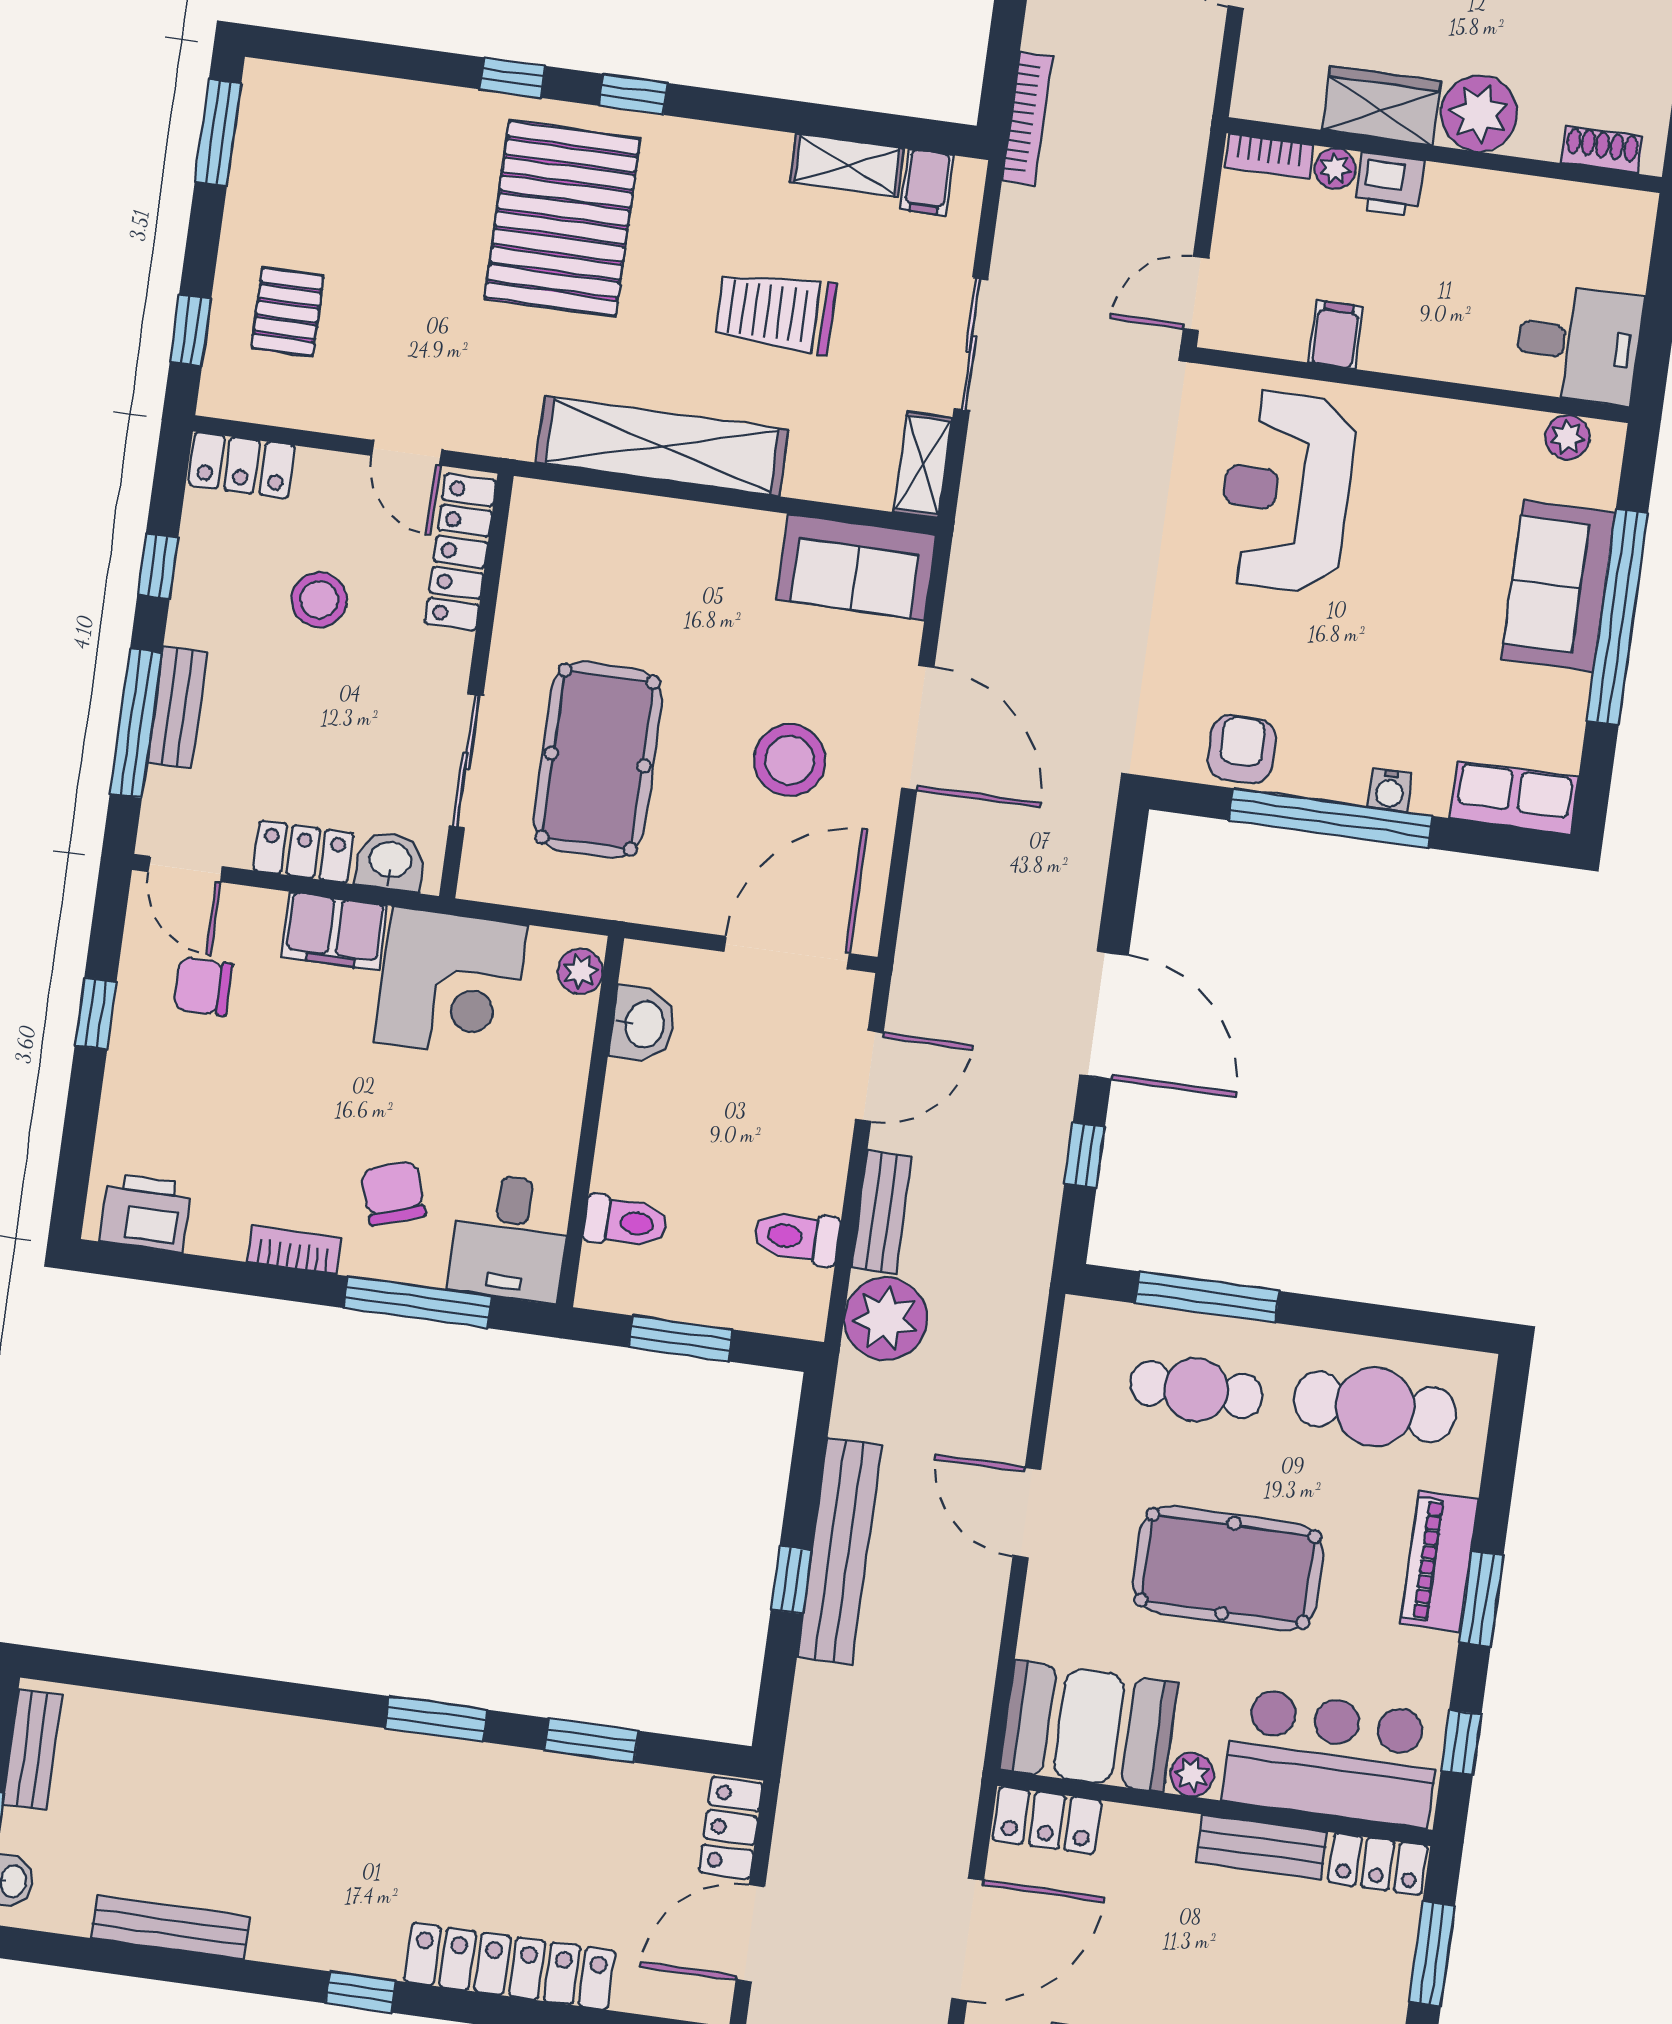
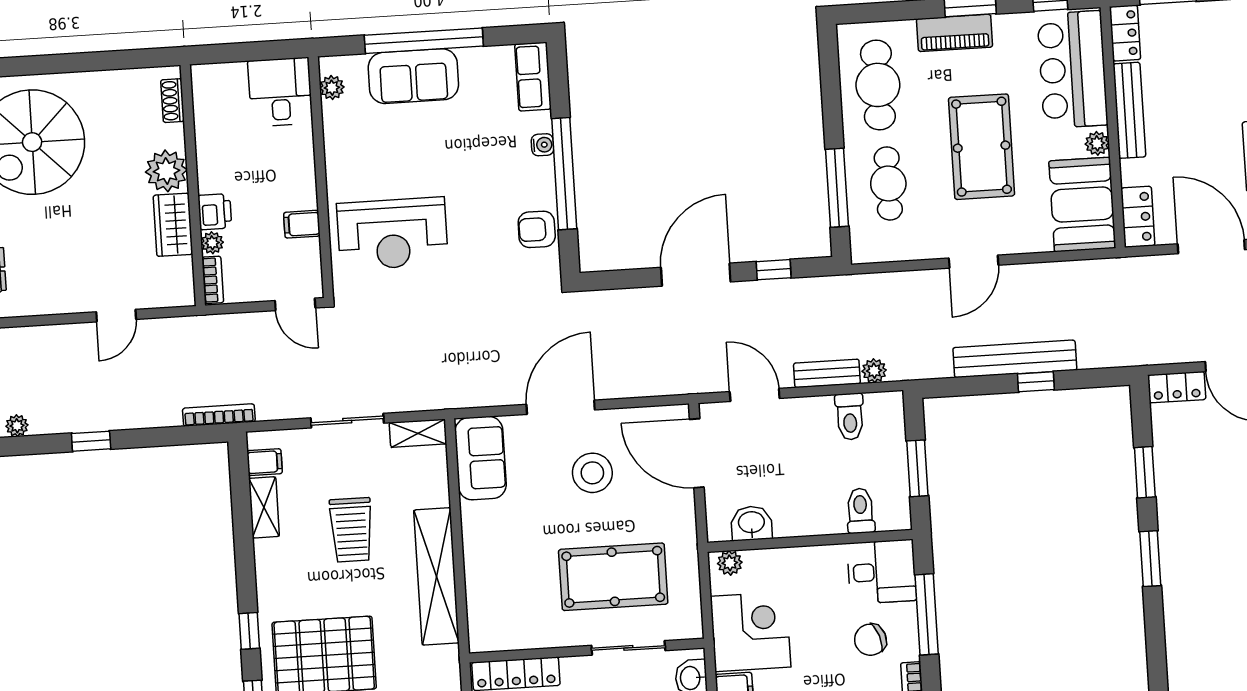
plant: (886, 1319) -> (874, 371), width x0.53, depth x0.53
bench: (1262, 1847) -> (1129, 110), width x1.36

